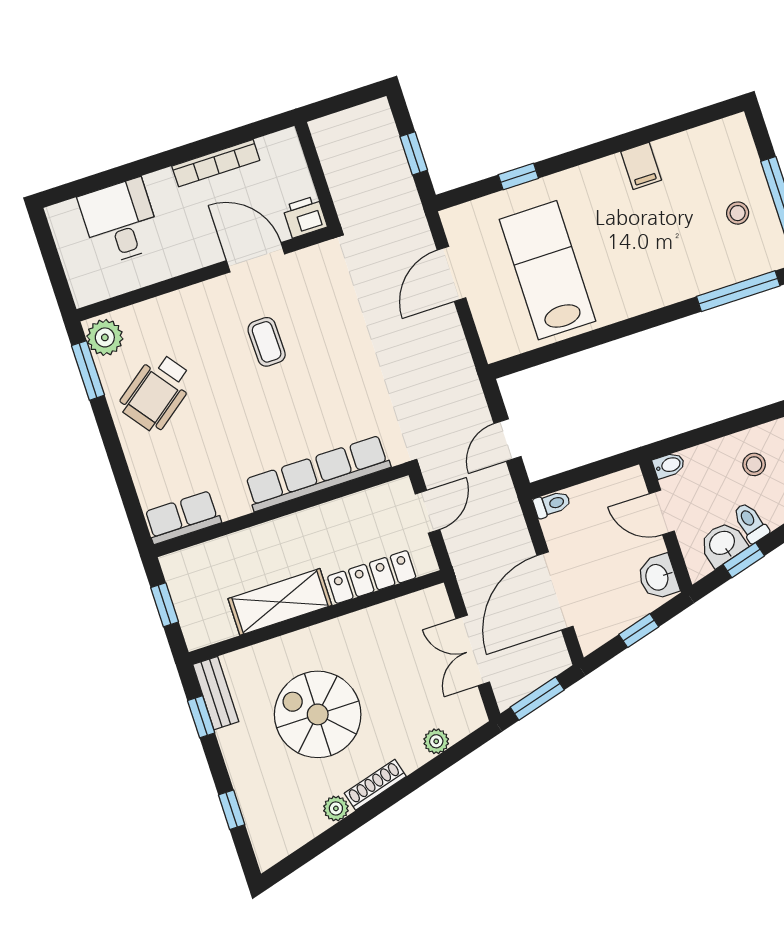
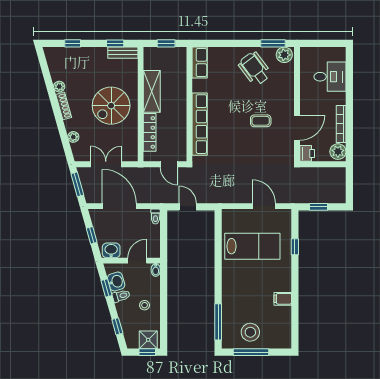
plant: (279, 150) -> (338, 152), added
stool: (738, 213) -> (250, 332), width x1.89, depth x1.89
spiral stairs: (318, 714) -> (111, 106), moved, turned 180

